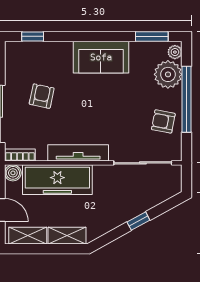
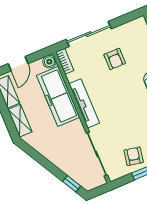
armchair: (42, 96) -> (115, 59), turned 78
window: (138, 221) -> (72, 184), moved

